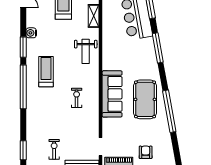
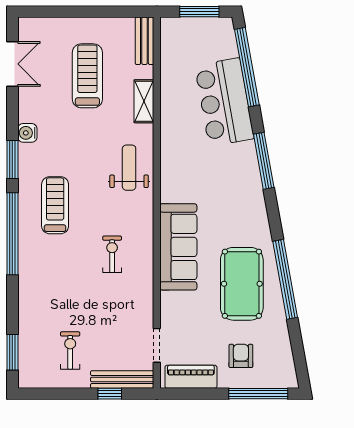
weight bench: (86, 51) -> (129, 168), turned 180
pool table: (145, 99) -> (242, 284), moved

